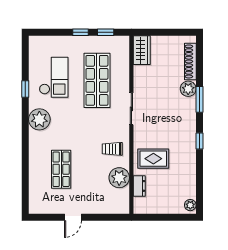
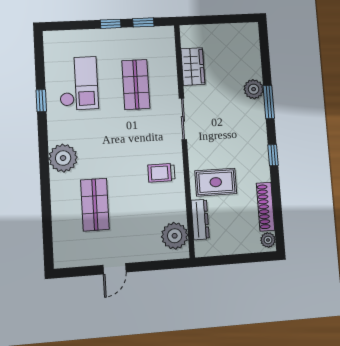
wardrobe: (142, 50) -> (193, 67), moved
shoe rack: (190, 61) -> (265, 207), moved
shop shelf: (97, 80) -> (136, 84), width x0.70, depth x0.74
plant: (39, 119) -> (63, 158), moved
plant: (119, 178) -> (175, 236), moved
dresser: (139, 186) -> (200, 220), width x1.44

